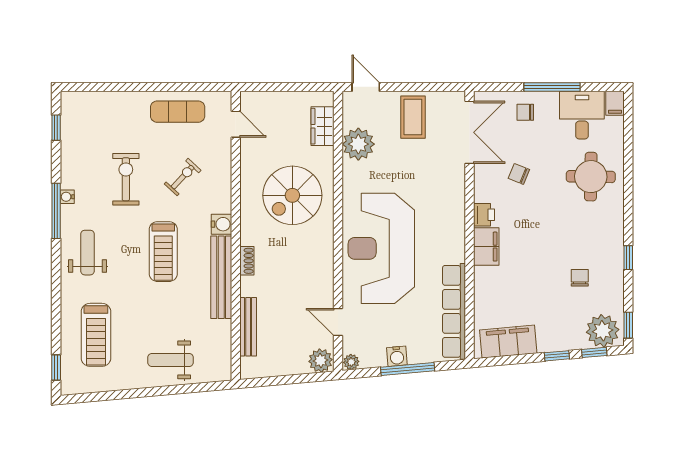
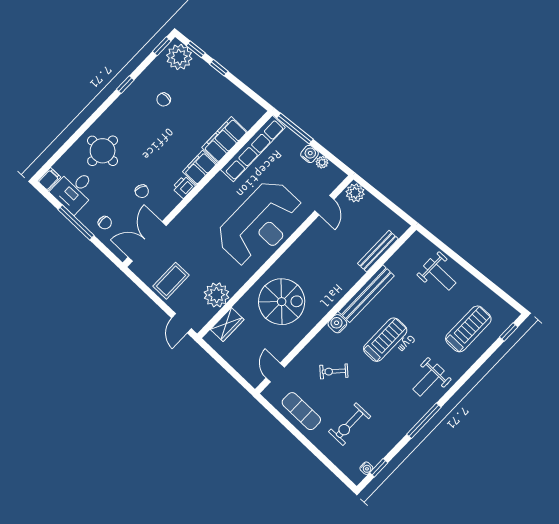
exercise bike: (126, 179) -> (350, 424), moved
water cooler: (67, 197) -> (366, 468), moved
shoe rack: (247, 261) -> (343, 289), removed
filing cabinet: (508, 342) -> (225, 140), moved, turned 95
plant: (351, 362) -> (322, 162), moved
window: (408, 369) -> (295, 129), moved

